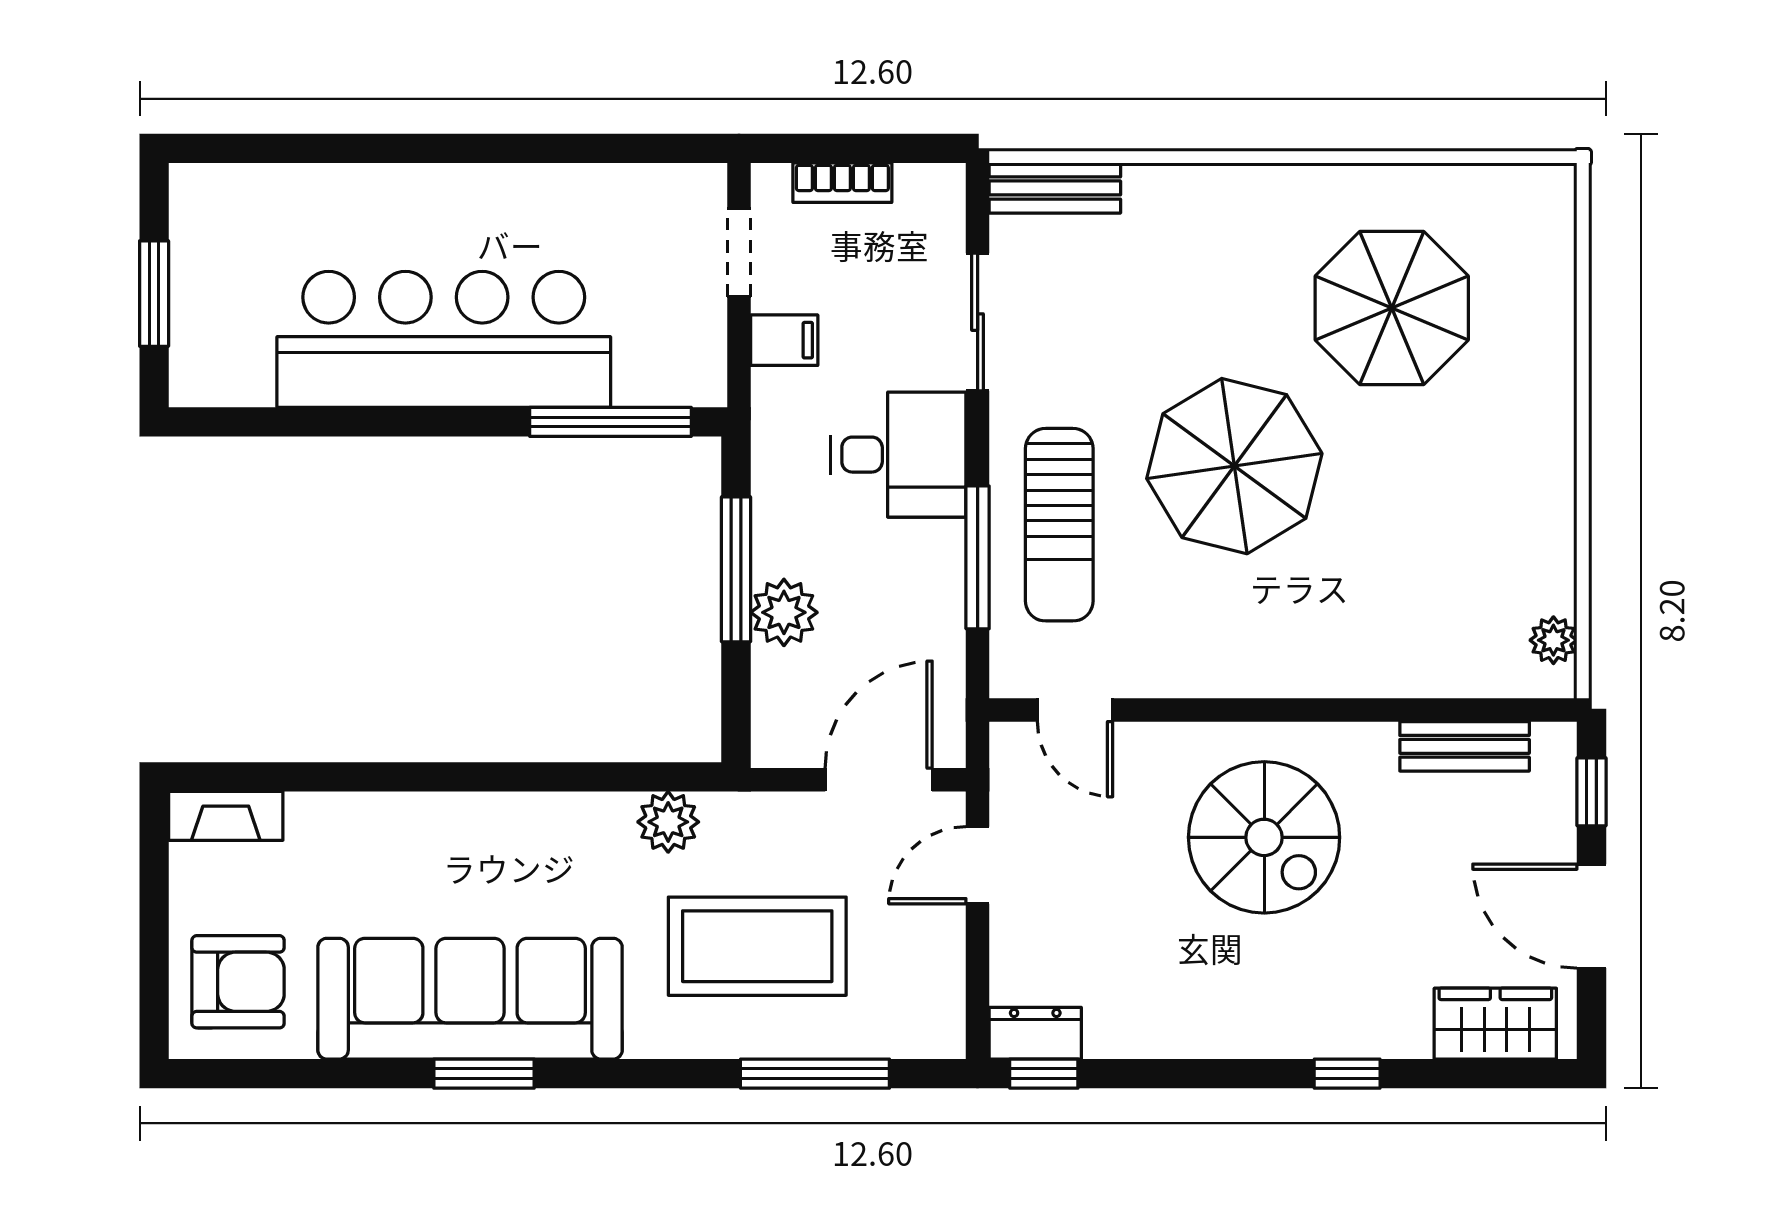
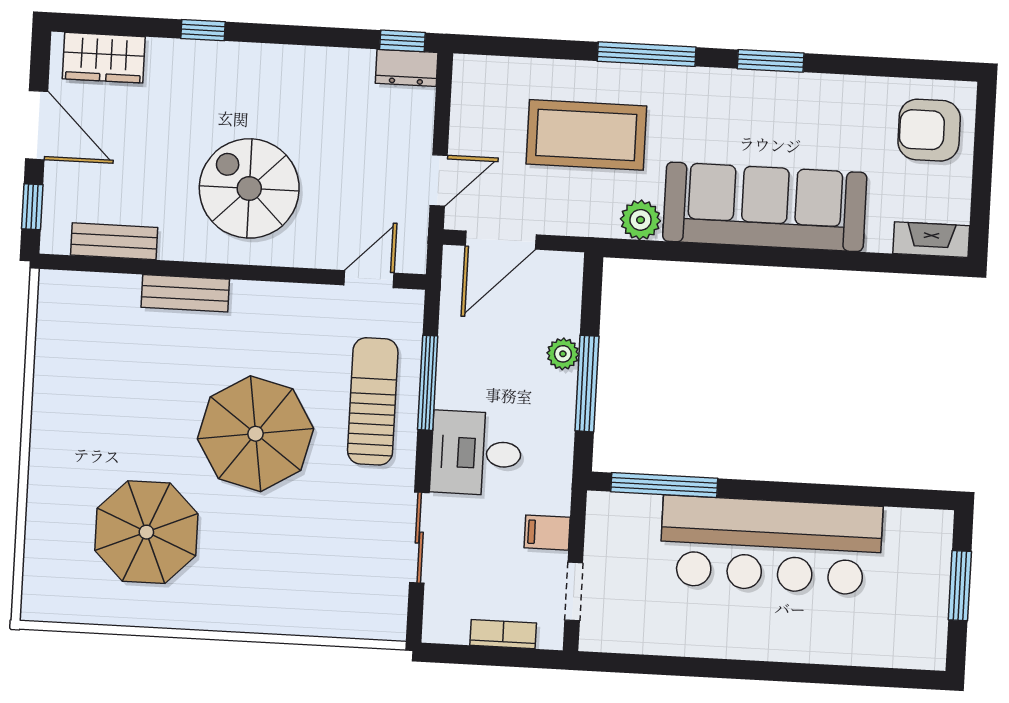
bench: (1055, 188) -> (185, 293), moved
plant: (784, 612) -> (563, 354), width x0.73, depth x0.73
plant: (1553, 640) -> (52, 308), removed
door: (1075, 710) -> (369, 279), hinge flipped
sofa: (470, 999) -> (765, 207), moved, turned 180
window: (815, 1074) -> (647, 54), moved

